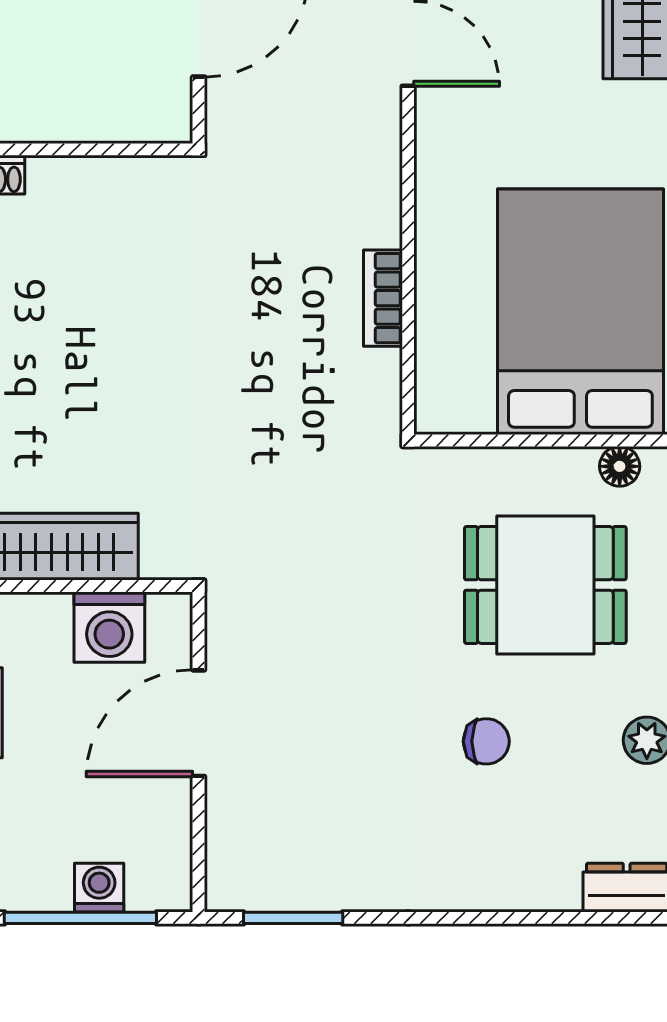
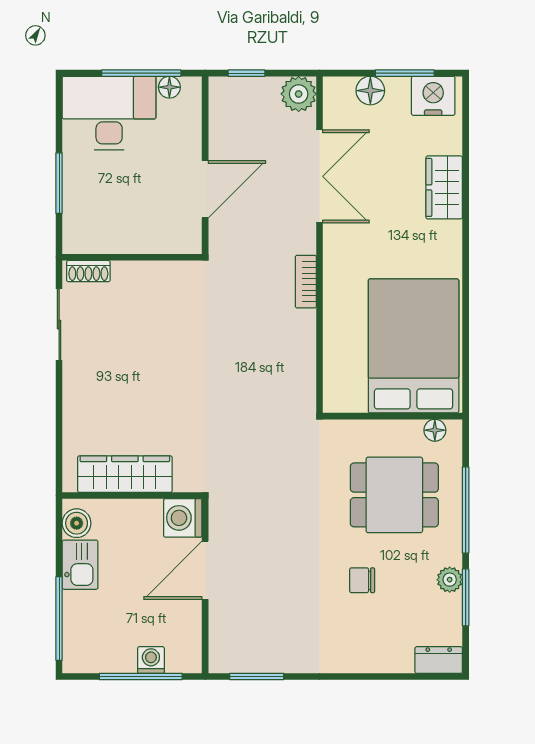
bookcase: (383, 298) -> (306, 282), moved
washing machine: (109, 627) -> (183, 518), moved, turned 90
chair: (486, 741) -> (362, 580), turned 180

